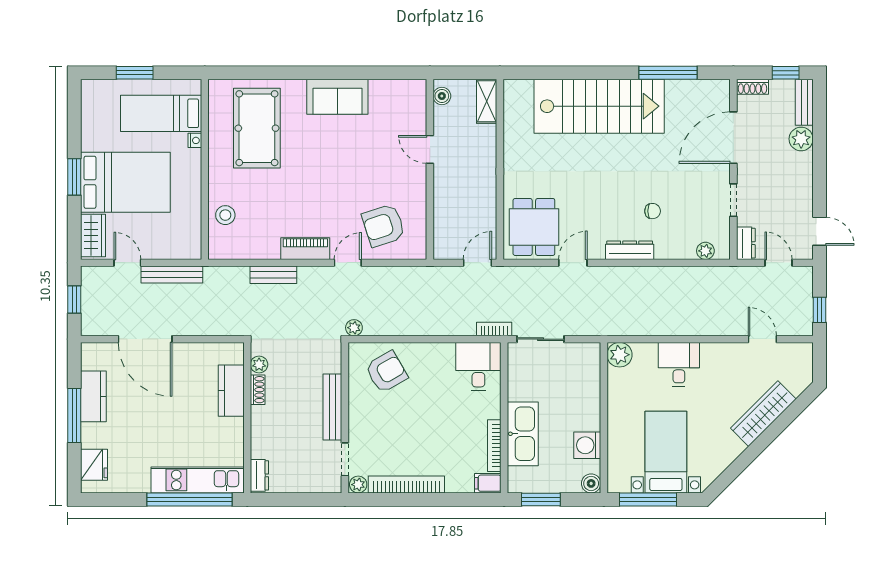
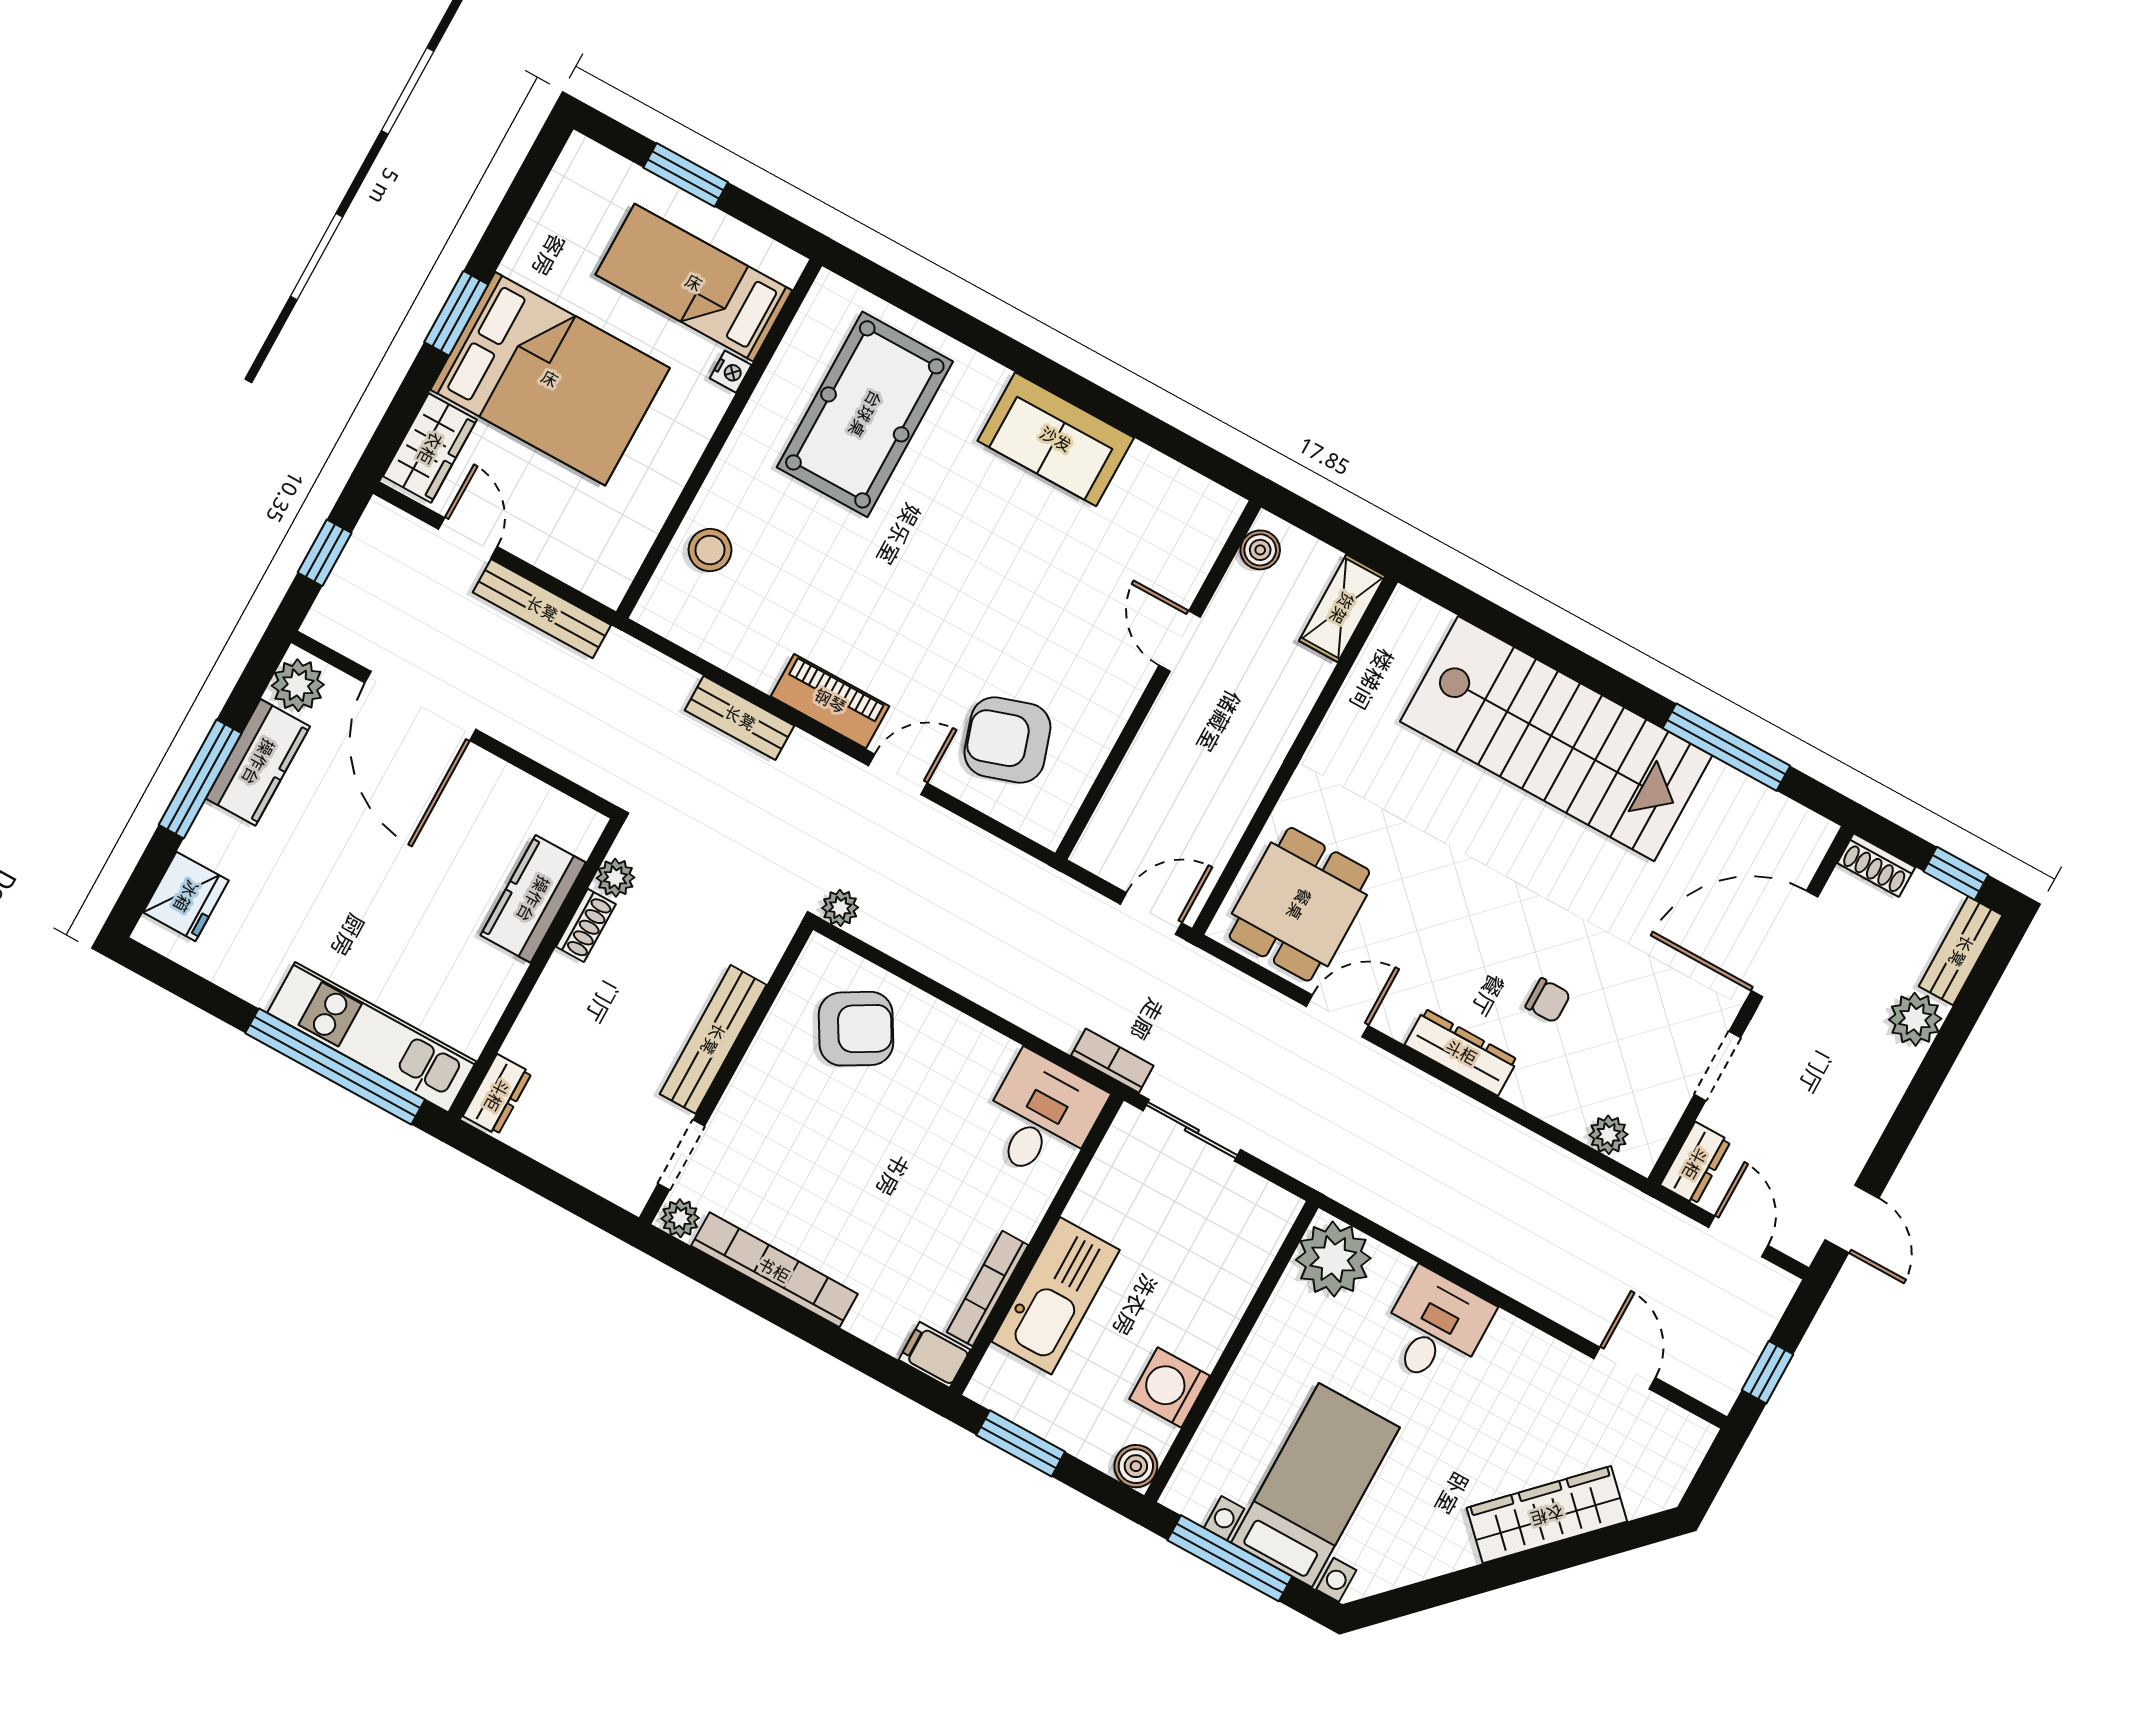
plant: (620, 355) -> (1333, 1259), width x1.36, depth x1.36
plant: (92, 357) -> (298, 685), added

